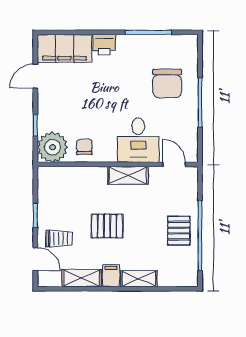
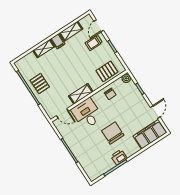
printer: (104, 44) -> (119, 157), moved
chair: (167, 84) -> (113, 133), moved
plant: (53, 147) -> (126, 78), width x0.53, depth x0.53
pallet: (107, 226) -> (107, 71), moved
door: (35, 259) -> (99, 26), hinge flipped

